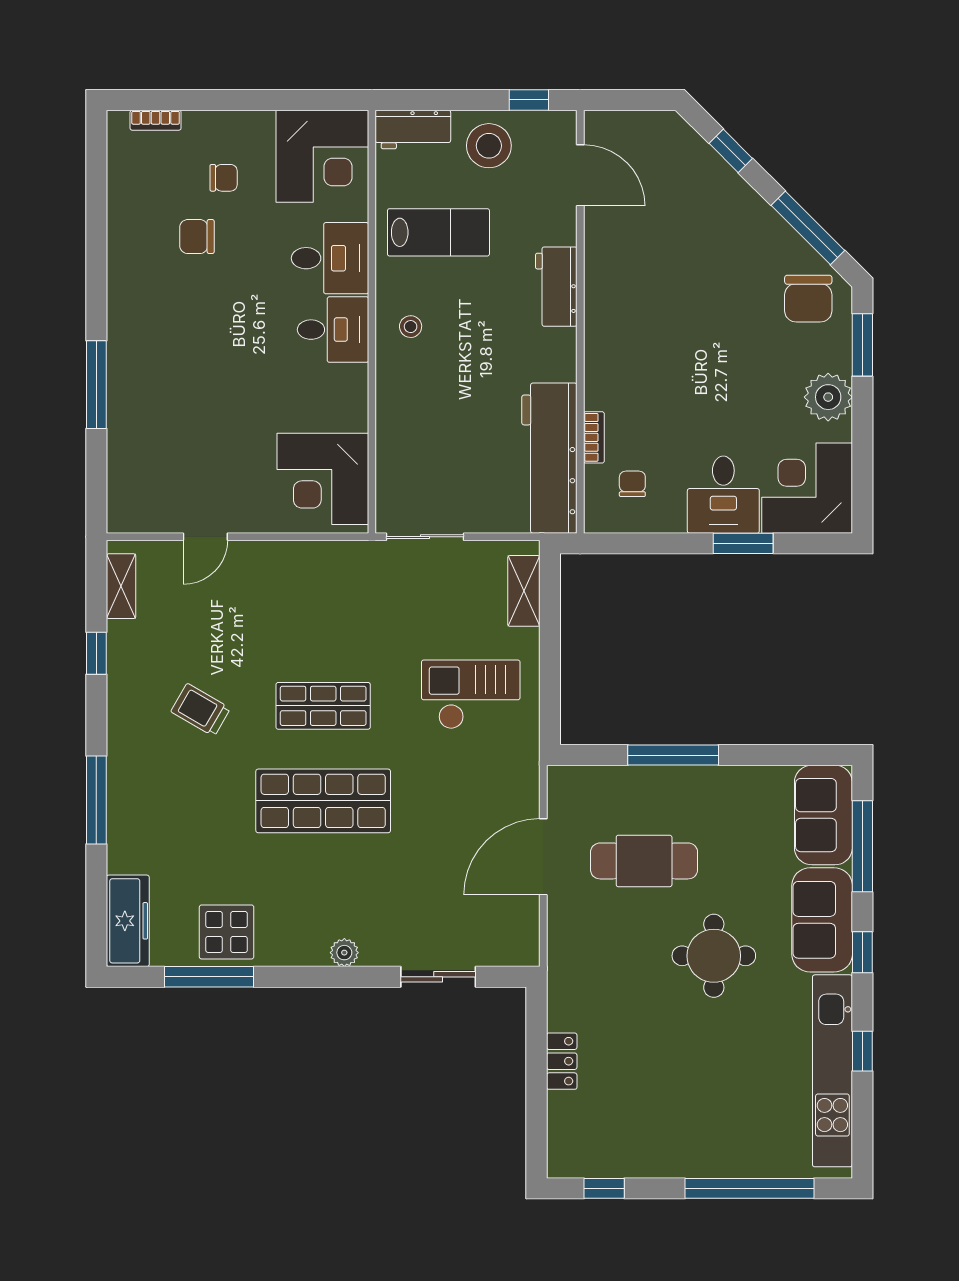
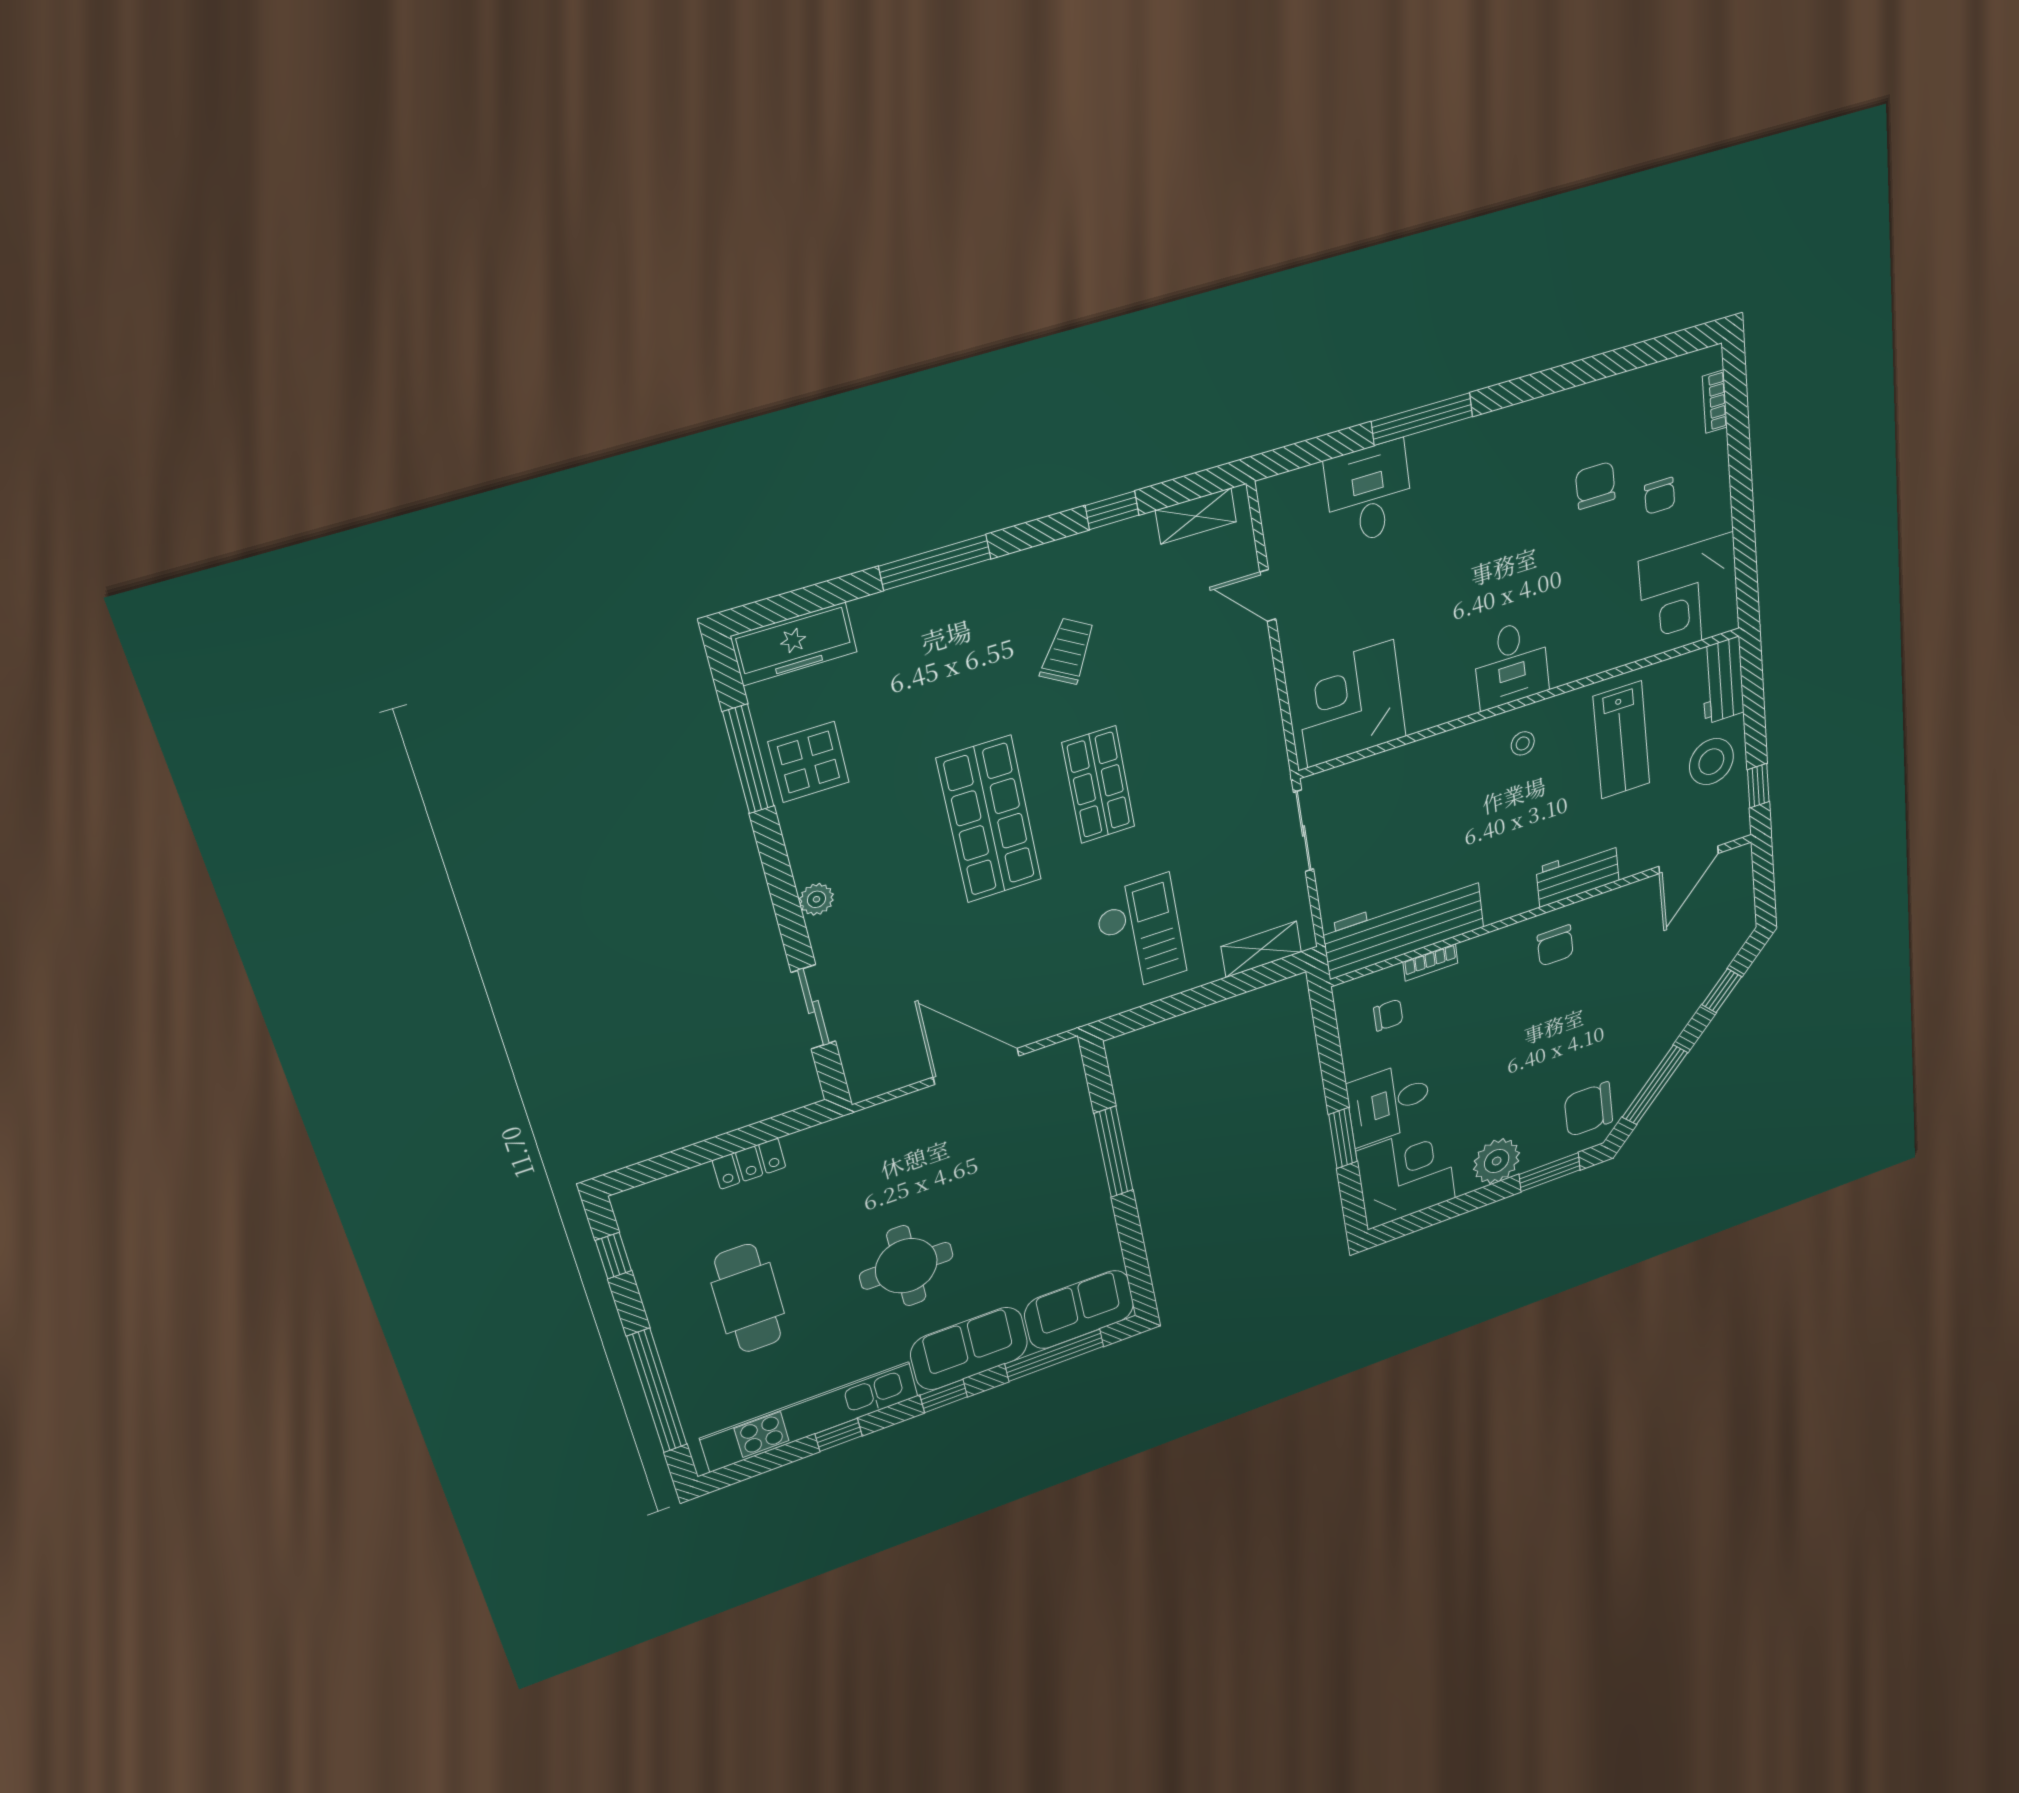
desk: (330, 258) -> (1369, 493), moved, turned 180
chair: (621, 315) -> (1555, 946), added
cafe table: (644, 861) -> (748, 1298), moved

